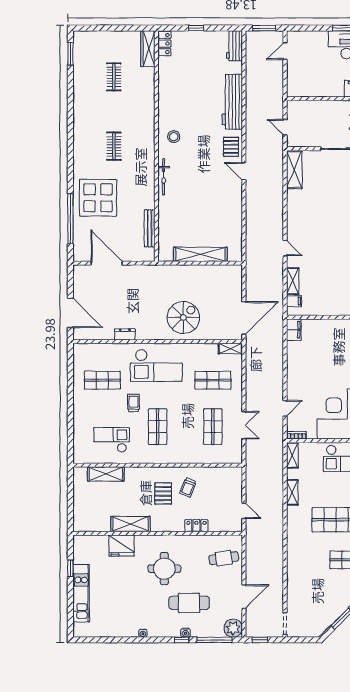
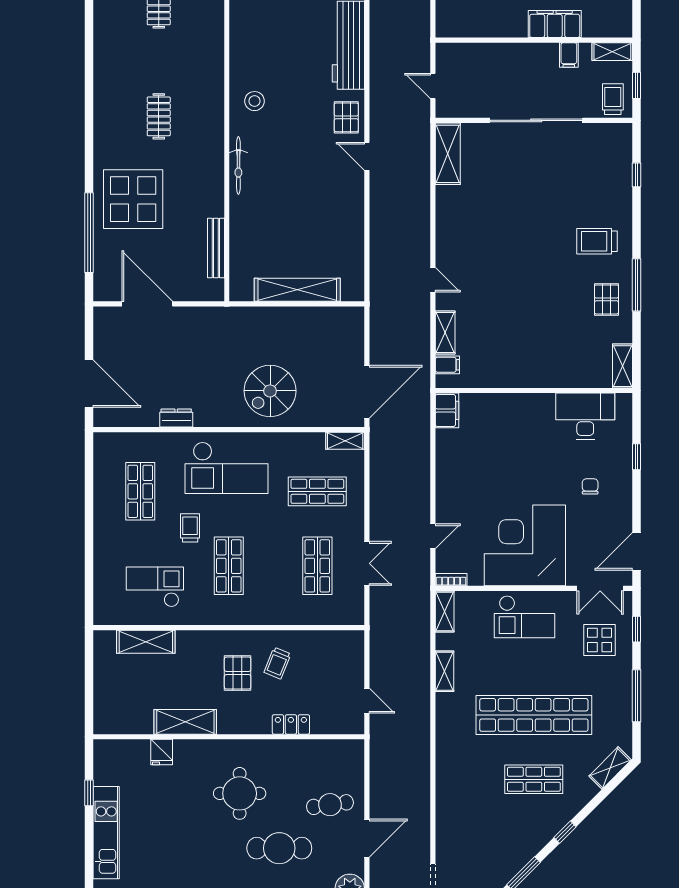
spiral stairs: (183, 318) -> (270, 391), turned 180
shop shelf: (102, 380) -> (140, 491), turned 90
fridge: (122, 546) -> (162, 752), width x0.53, depth x0.75
cafe table: (224, 558) -> (330, 805), moved

